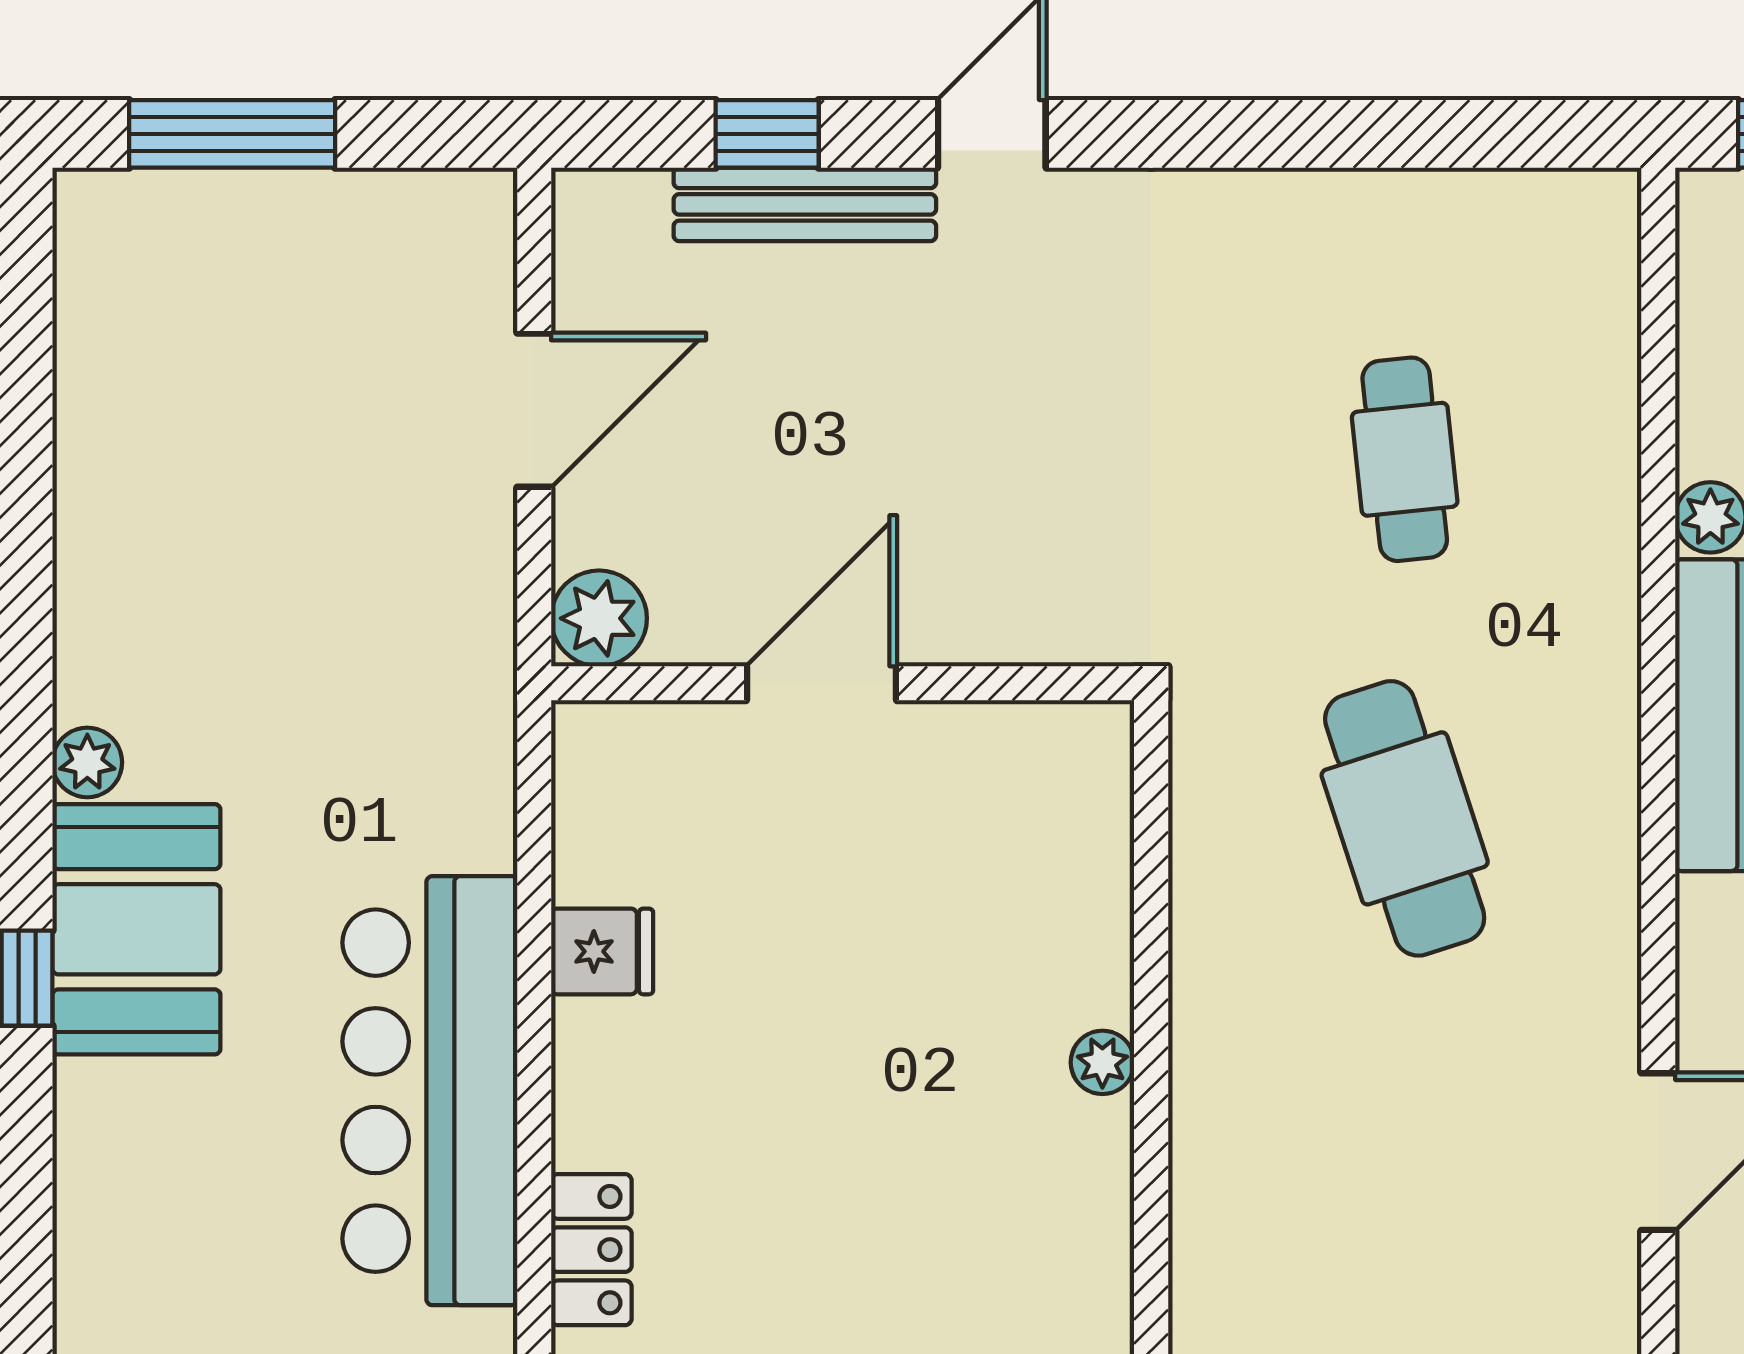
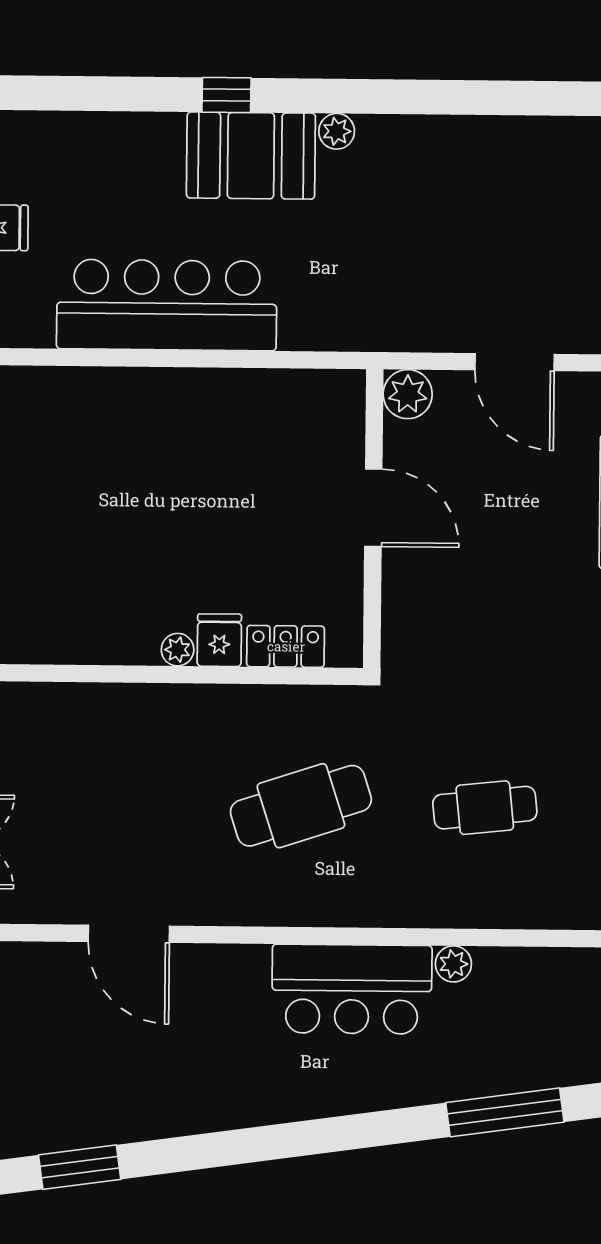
fridge: (602, 951) -> (219, 640), moved, turned 180
locker: (591, 1250) -> (286, 646), moved, turned 180

